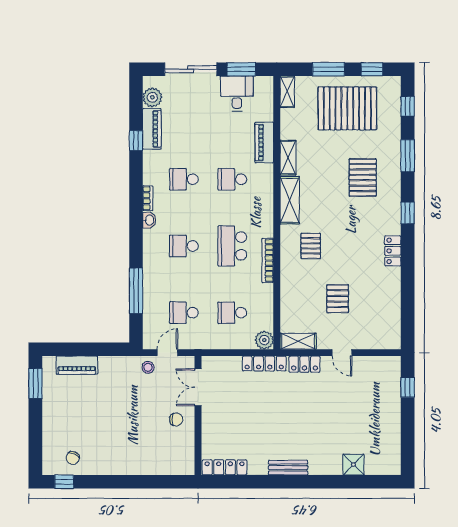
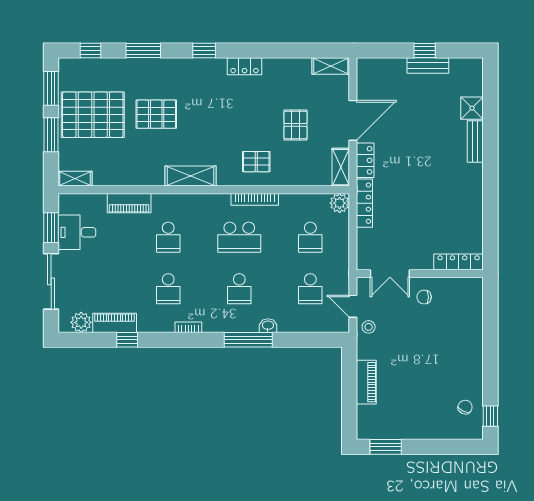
window: (372, 69) -> (51, 88), width x1.50
pallet: (347, 108) -> (93, 115), turned 90
shelving: (288, 158) -> (331, 66), moved
pallet: (363, 178) -> (156, 114), moved
washbasin: (149, 220) -> (268, 326), moved
pallet: (311, 246) -> (256, 162), moved
window: (136, 291) -> (248, 340), moved
pallet: (338, 299) -> (295, 125), turned 90
door: (342, 353) -> (353, 120), width x1.88
piano: (77, 365) -> (366, 382), moved
window: (408, 387) -> (425, 50), moved
chair: (176, 419) -> (424, 297), turned -90
bench: (393, 423) -> (428, 66), added
chair: (73, 458) -> (465, 407), turned -88
locker: (225, 467) -> (459, 262), moved, turned 90
bench: (288, 468) -> (475, 142), moved

